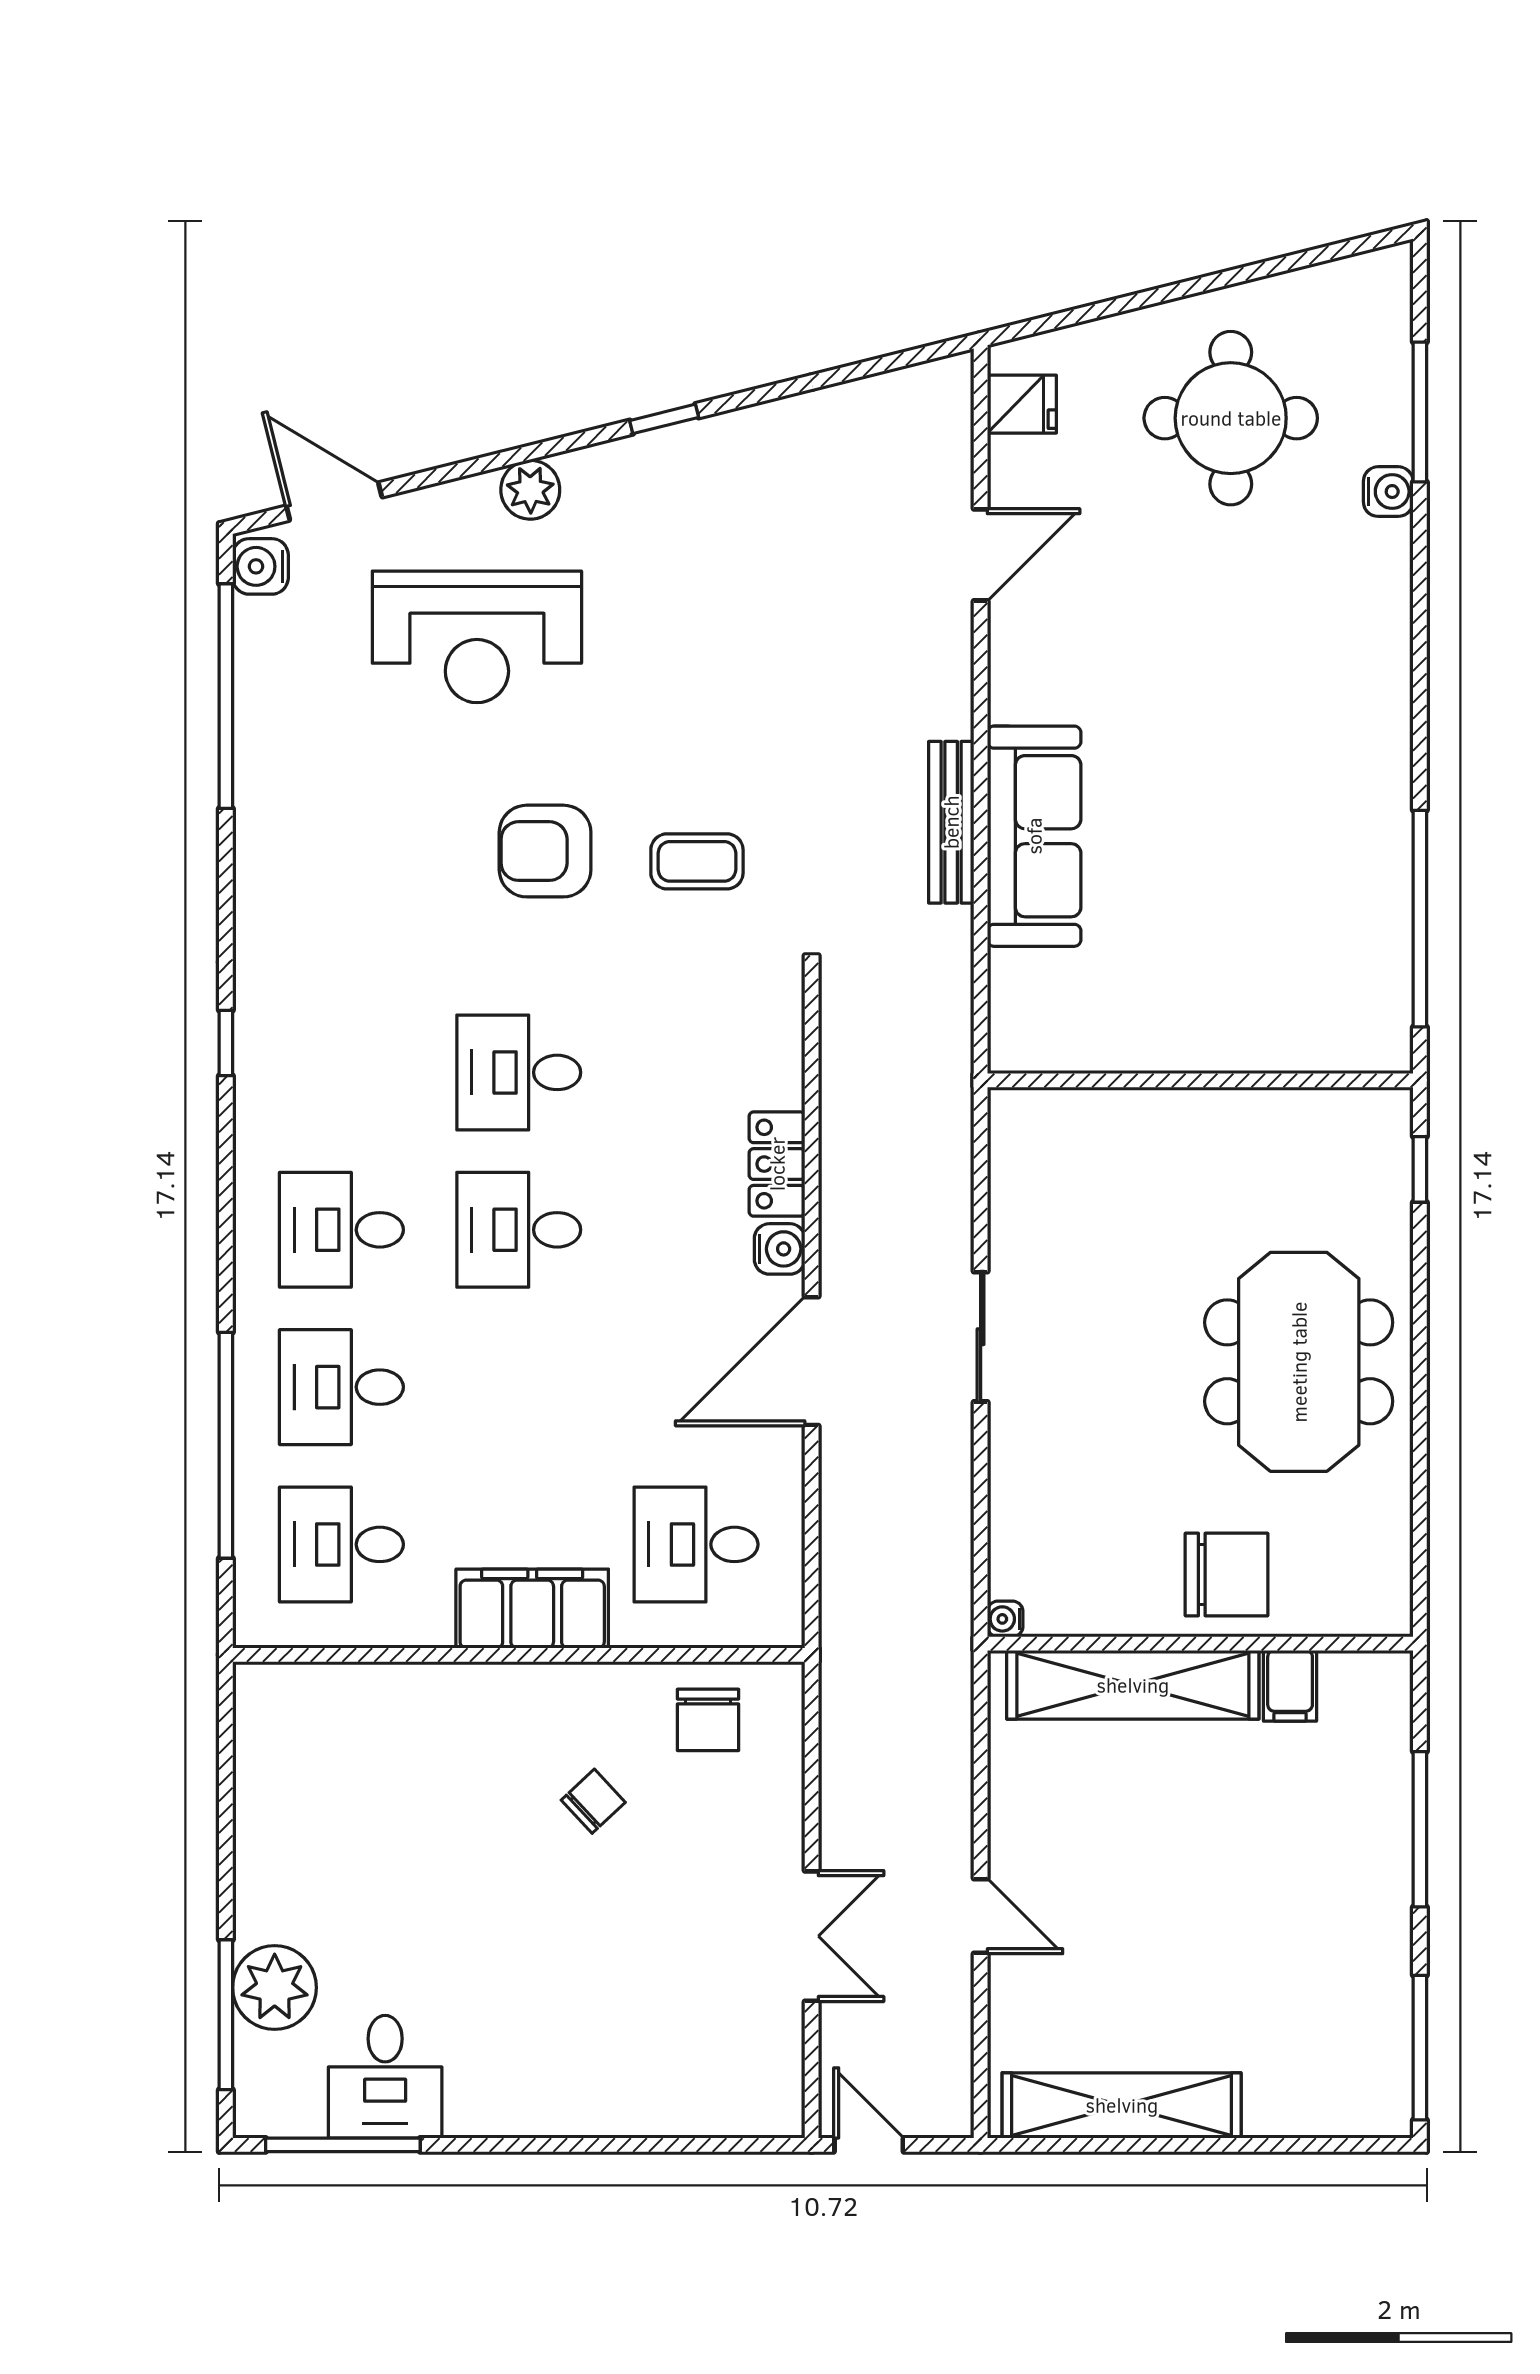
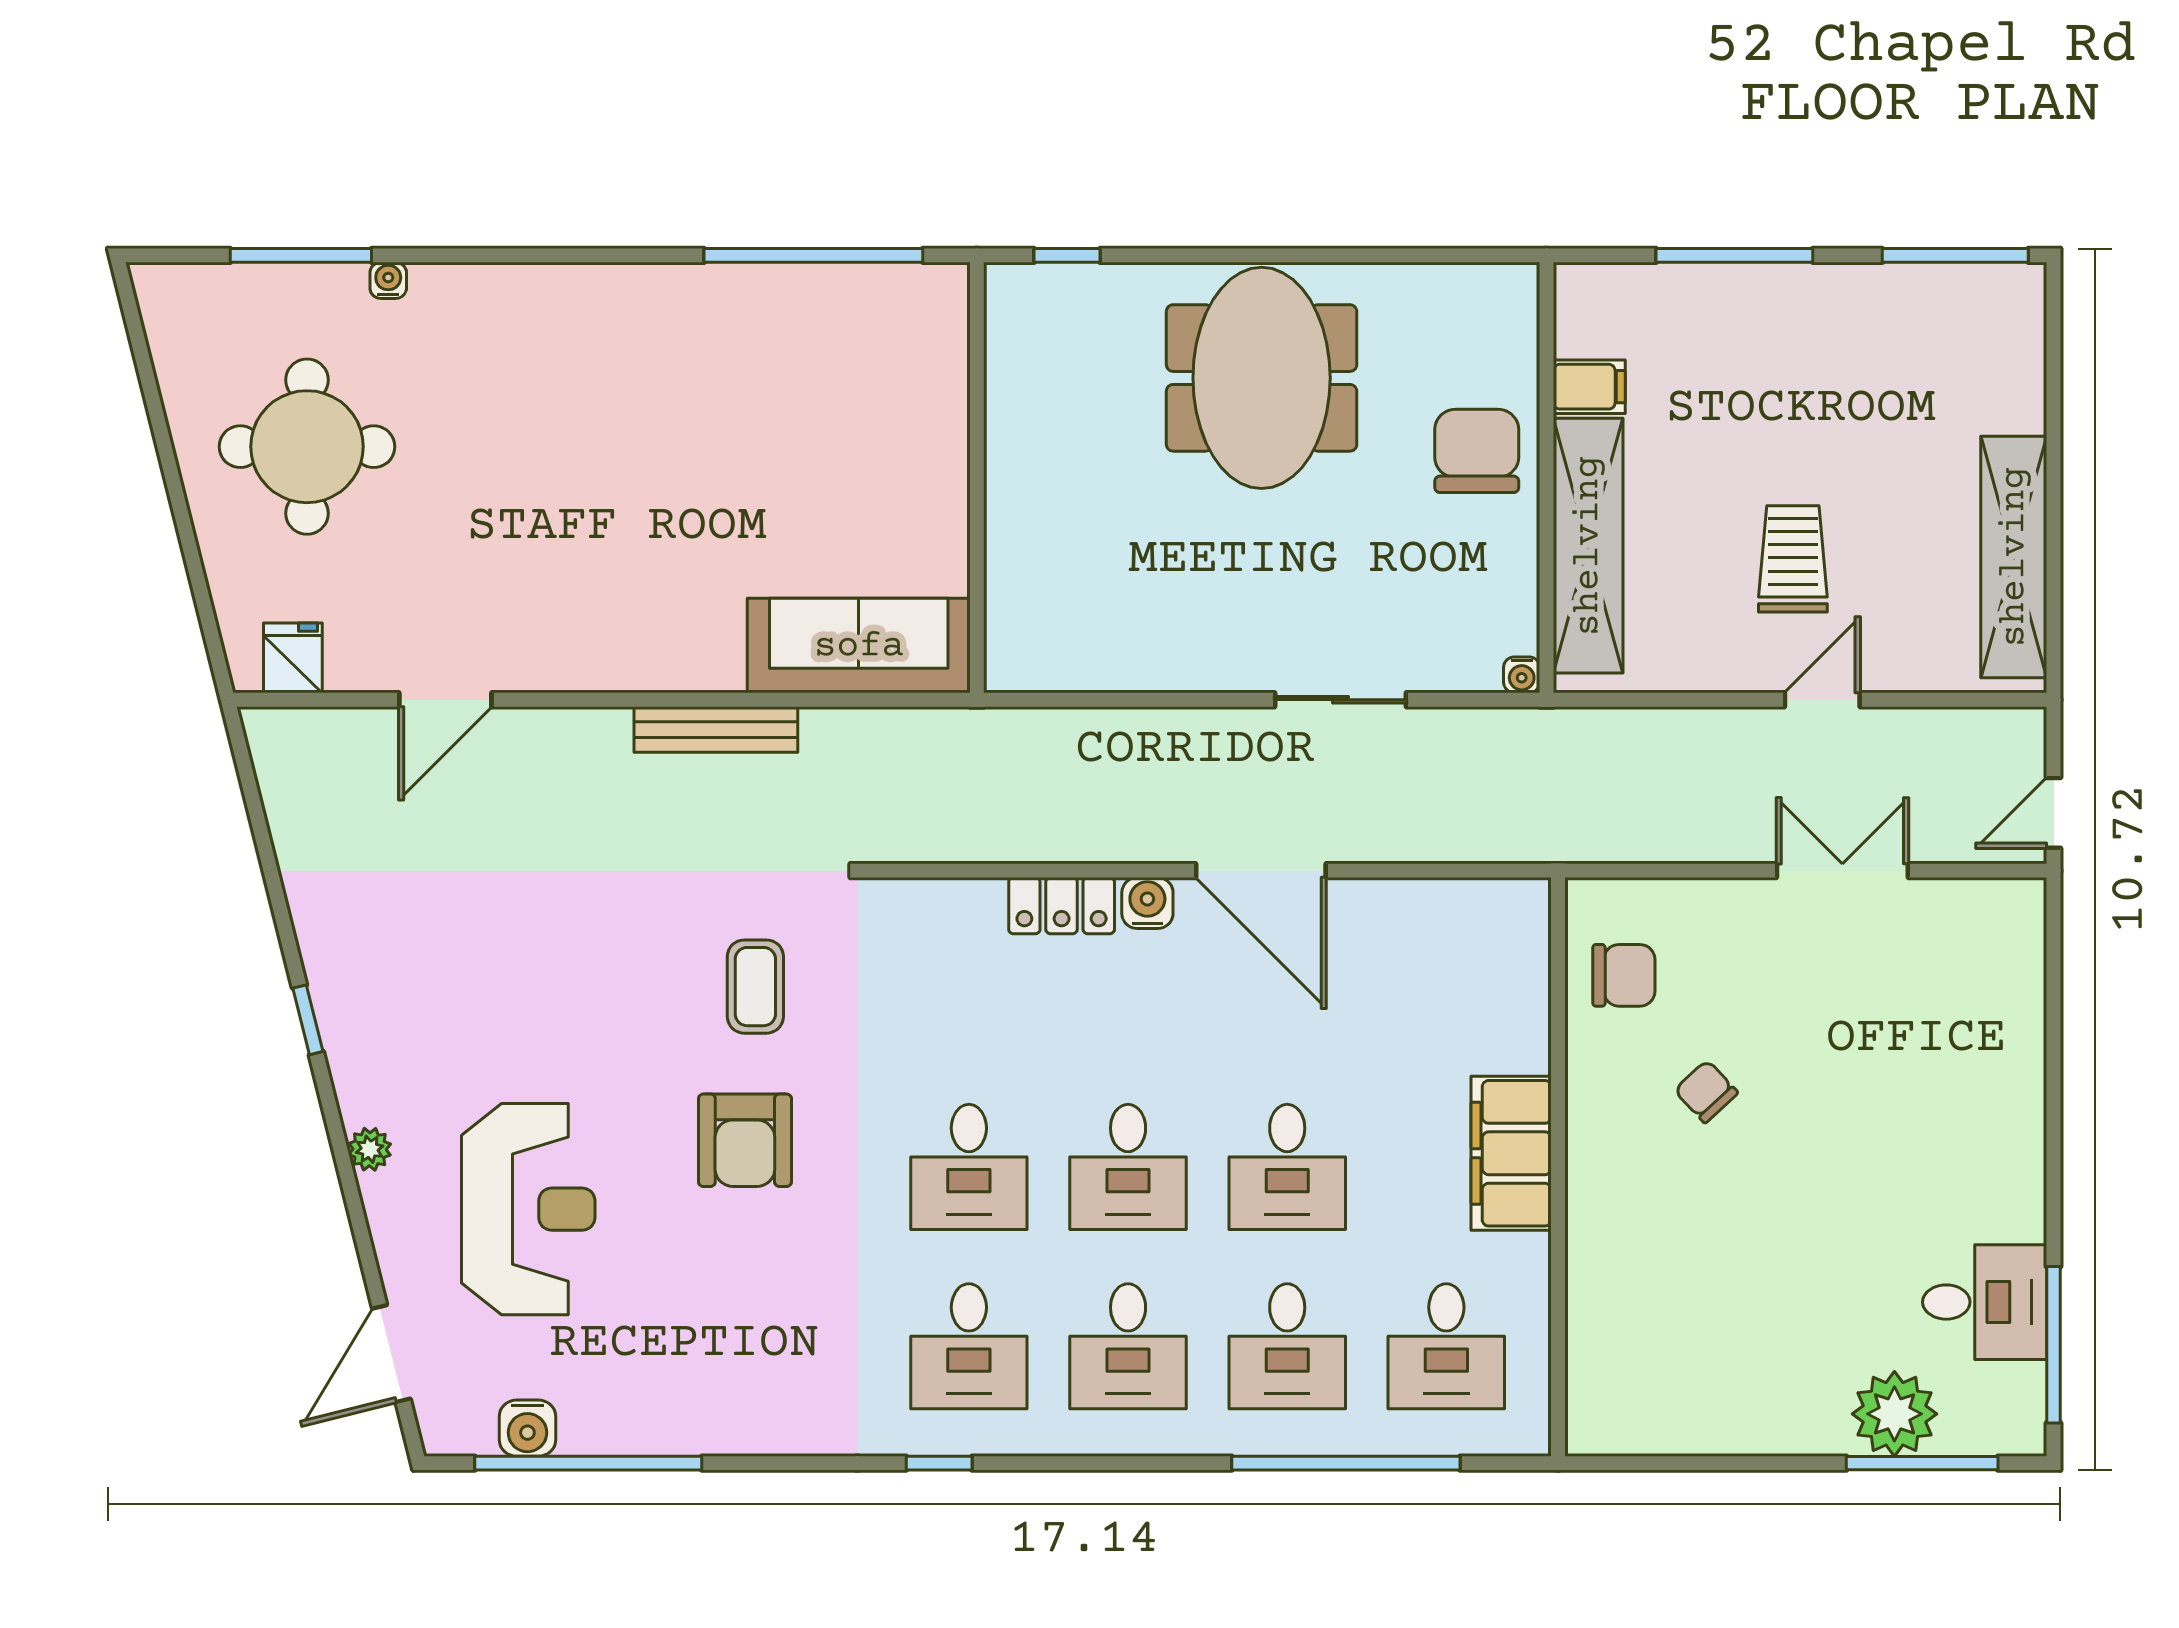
plant: (530, 490) -> (370, 1149), width x0.73, depth x0.73
water cooler: (1388, 492) -> (388, 280), width x0.72, depth x0.72
door: (981, 555) -> (445, 700), swing flipped
water cooler: (260, 566) -> (527, 1428), moved
sofa: (1034, 836) -> (859, 646), moved
desk: (341, 1072) -> (969, 1346), added
sliding door: (981, 1337) -> (1341, 700), moved
meeting table: (1299, 1362) -> (1262, 378), turned 90
desk: (696, 1544) -> (1287, 1167), moved
trolley: (1120, 1887) -> (1793, 559), added

